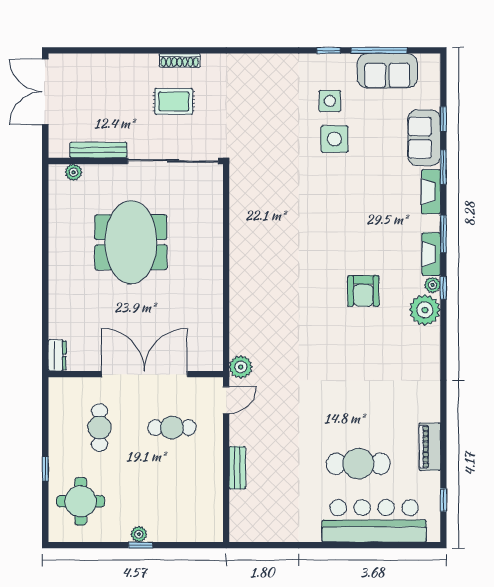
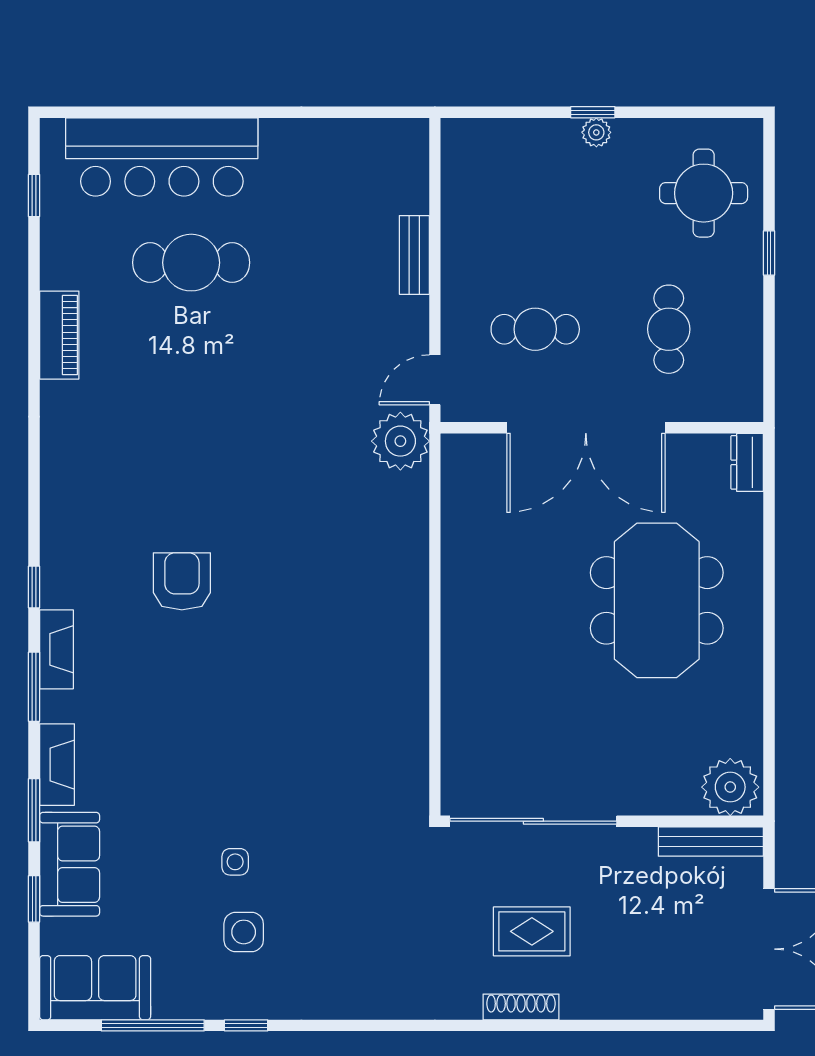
sofa: (387, 71) -> (95, 988), moved
side table: (334, 139) -> (235, 862), width x0.54, depth x0.54
bench: (98, 150) -> (711, 842), moved
plant: (73, 172) -> (730, 787), width x1.88, depth x1.88
meeting table: (131, 242) -> (657, 600), moved
plant: (432, 285) -> (54, 592), removed
plant: (425, 310) -> (68, 546), removed
plant: (241, 367) -> (400, 441), width x1.36, depth x1.36
piano: (430, 447) -> (59, 335), moved

